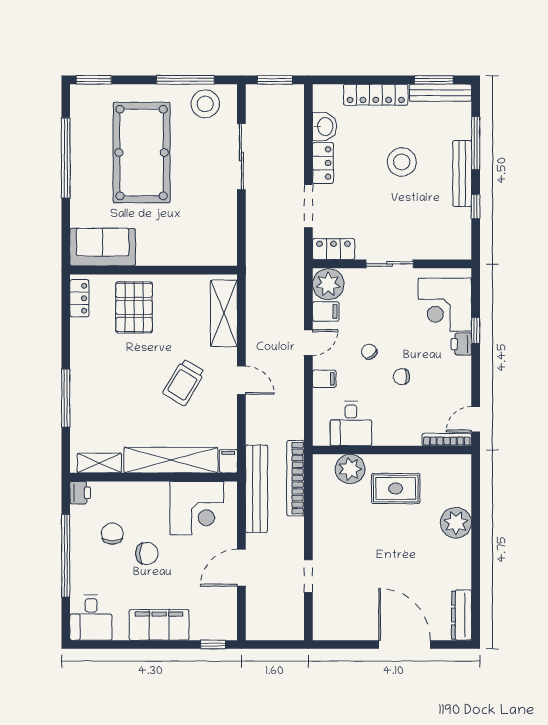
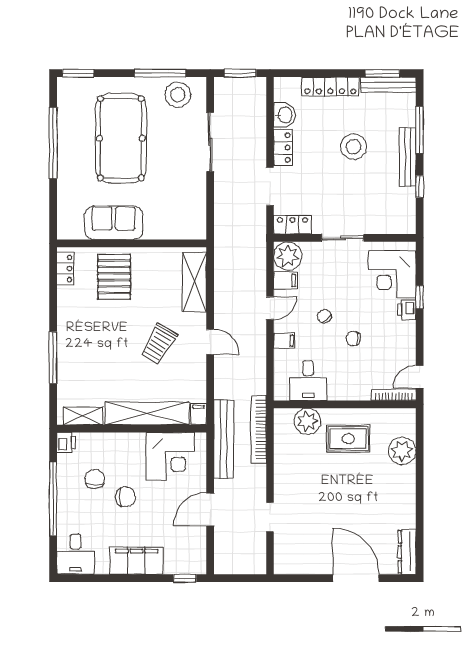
sofa: (103, 247) -> (114, 223), moved
plant: (456, 523) -> (402, 451), moved

